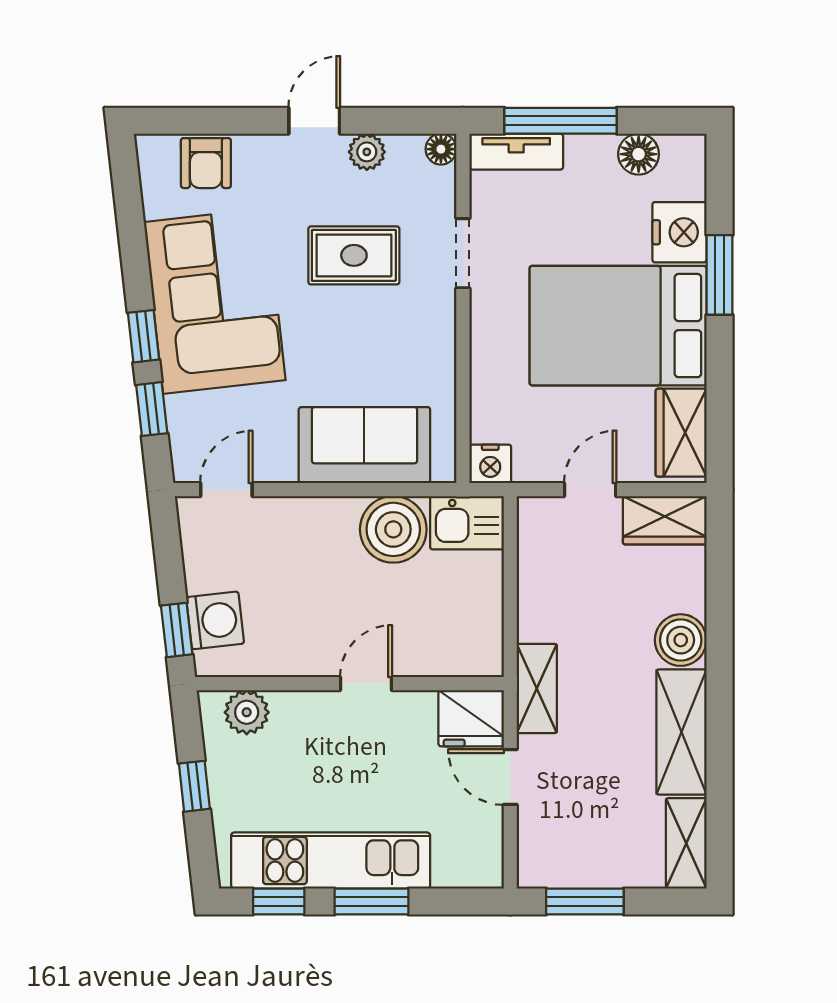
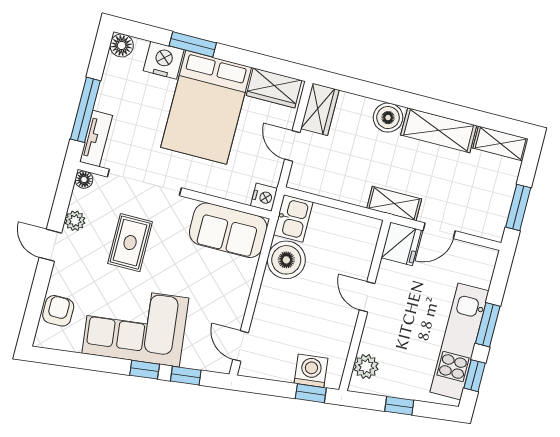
floor lamp: (639, 154) -> (122, 45), moved
armchair: (206, 163) -> (58, 311), turned -90
doorway: (463, 253) -> (144, 182), width x1.88
sofa: (364, 445) -> (228, 230), moved, turned -90

